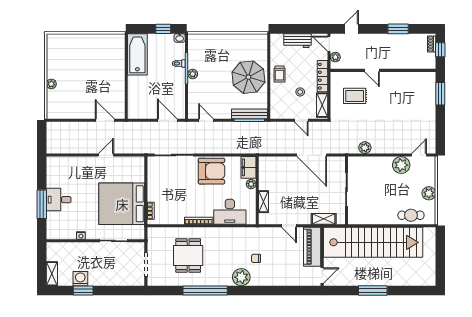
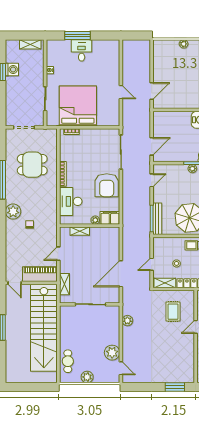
shelving: (52, 274) -> (30, 44), moved

